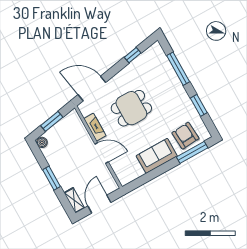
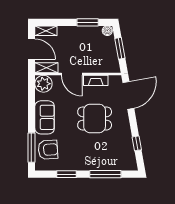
dining table: (131, 108) -> (95, 118), turned 90
door: (102, 153) -> (72, 74), hinge flipped
plant: (126, 175) -> (43, 84), added
window: (52, 178) -> (88, 22), moved
shelving: (109, 180) -> (46, 68), added

